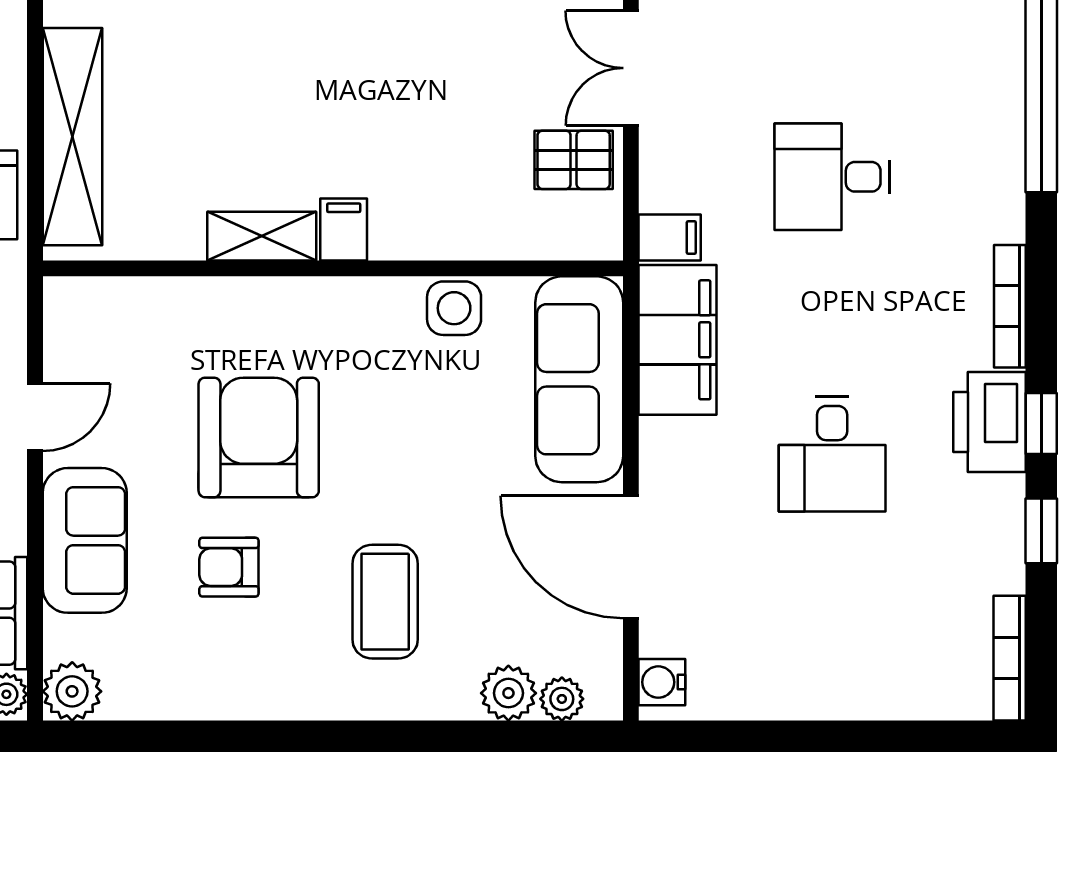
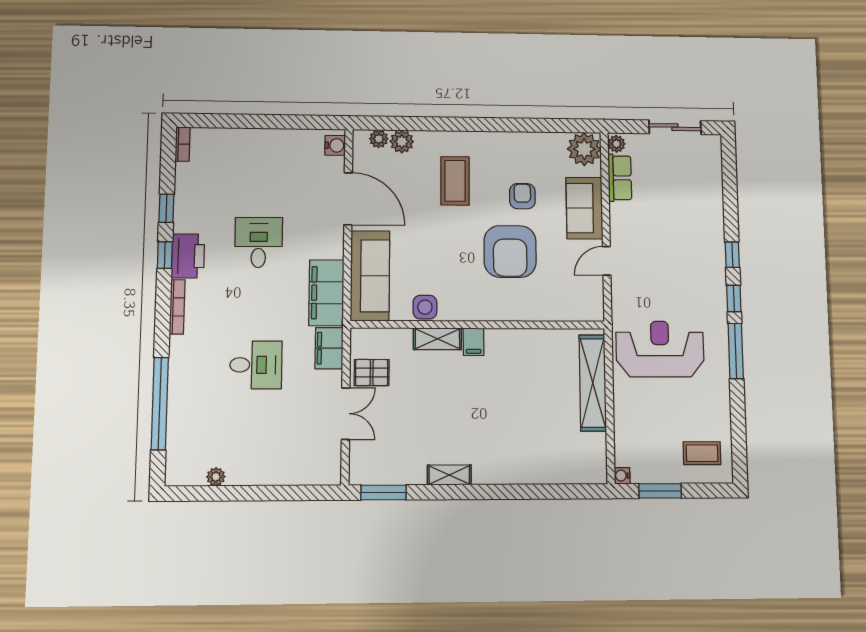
shelving: (262, 236) -> (437, 339), moved
filing cabinet: (670, 237) -> (329, 348), width x2.00
armchair: (229, 567) -> (522, 196), turned -90
bookcase: (1010, 658) -> (183, 144), width x0.64
plant: (72, 691) -> (584, 149), width x1.36, depth x1.36

